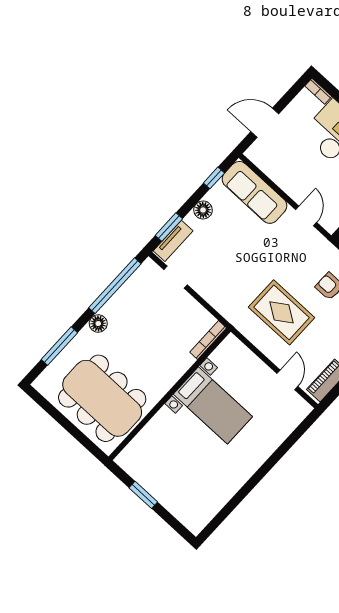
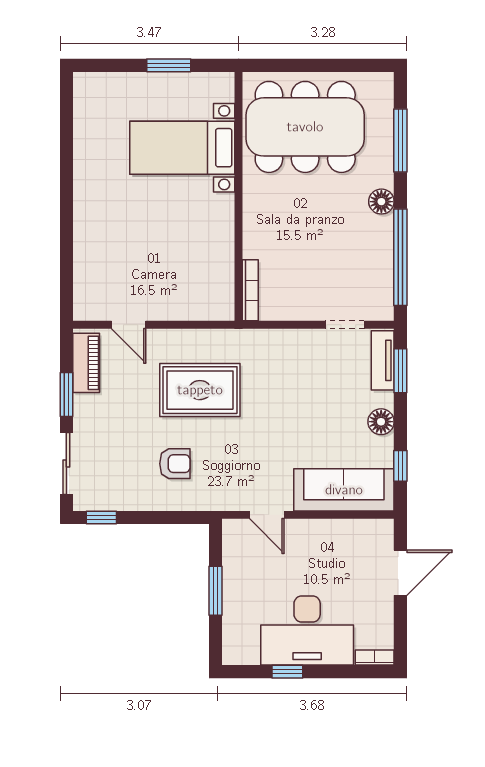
bed with nightstands: (213, 405) -> (182, 148), moved

